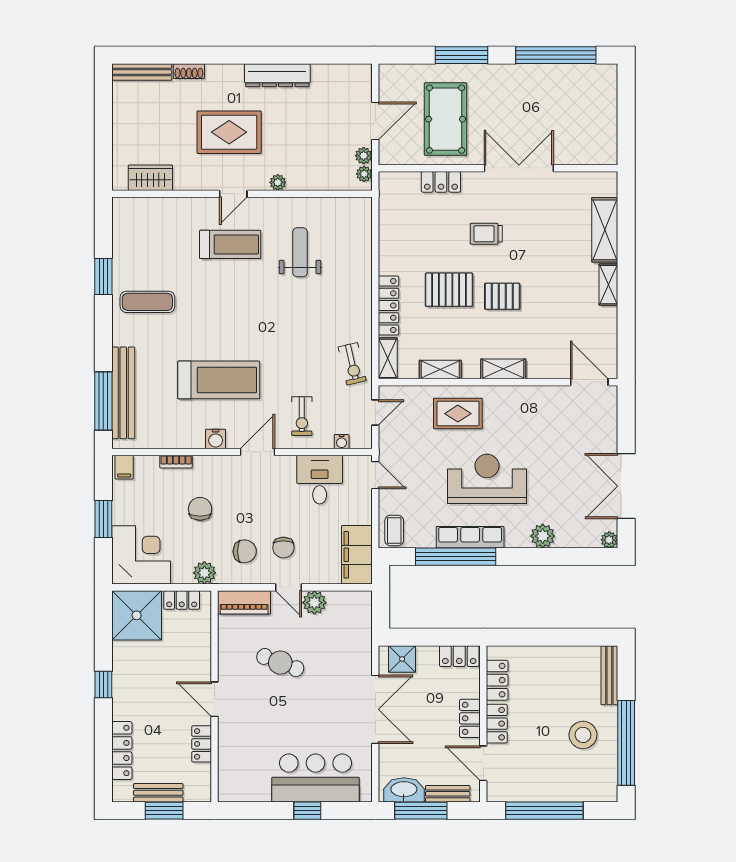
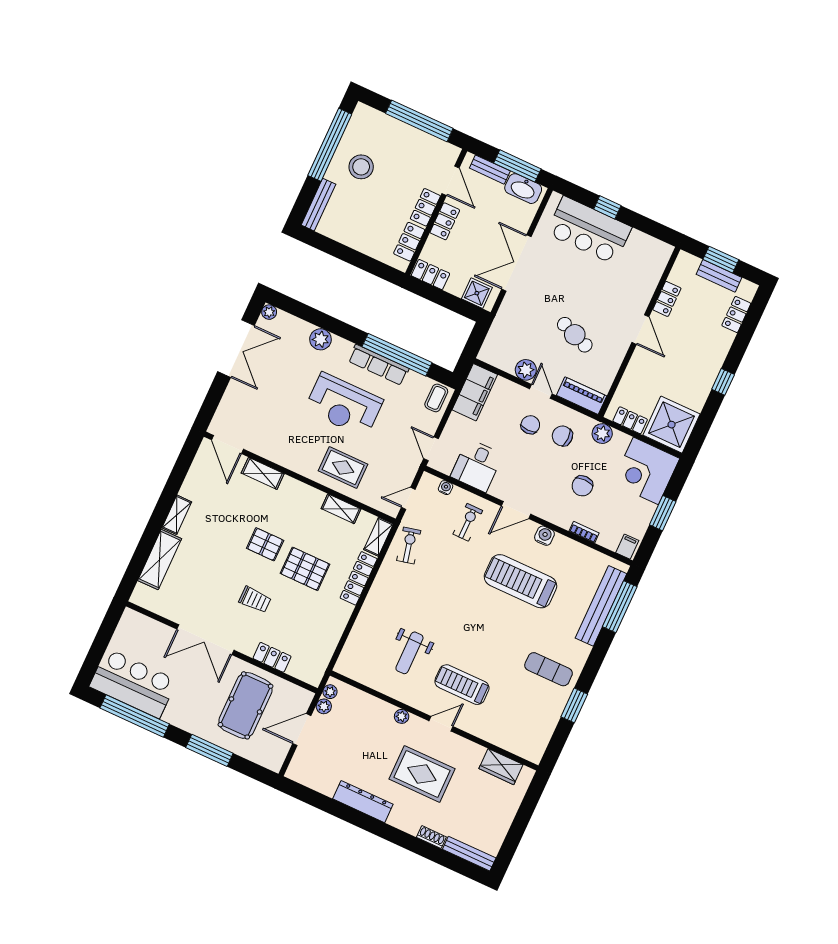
bar counter: (573, 88) -> (133, 683), added
shelving: (503, 369) -> (263, 473), moved
locker: (122, 750) -> (736, 315), width x0.66

